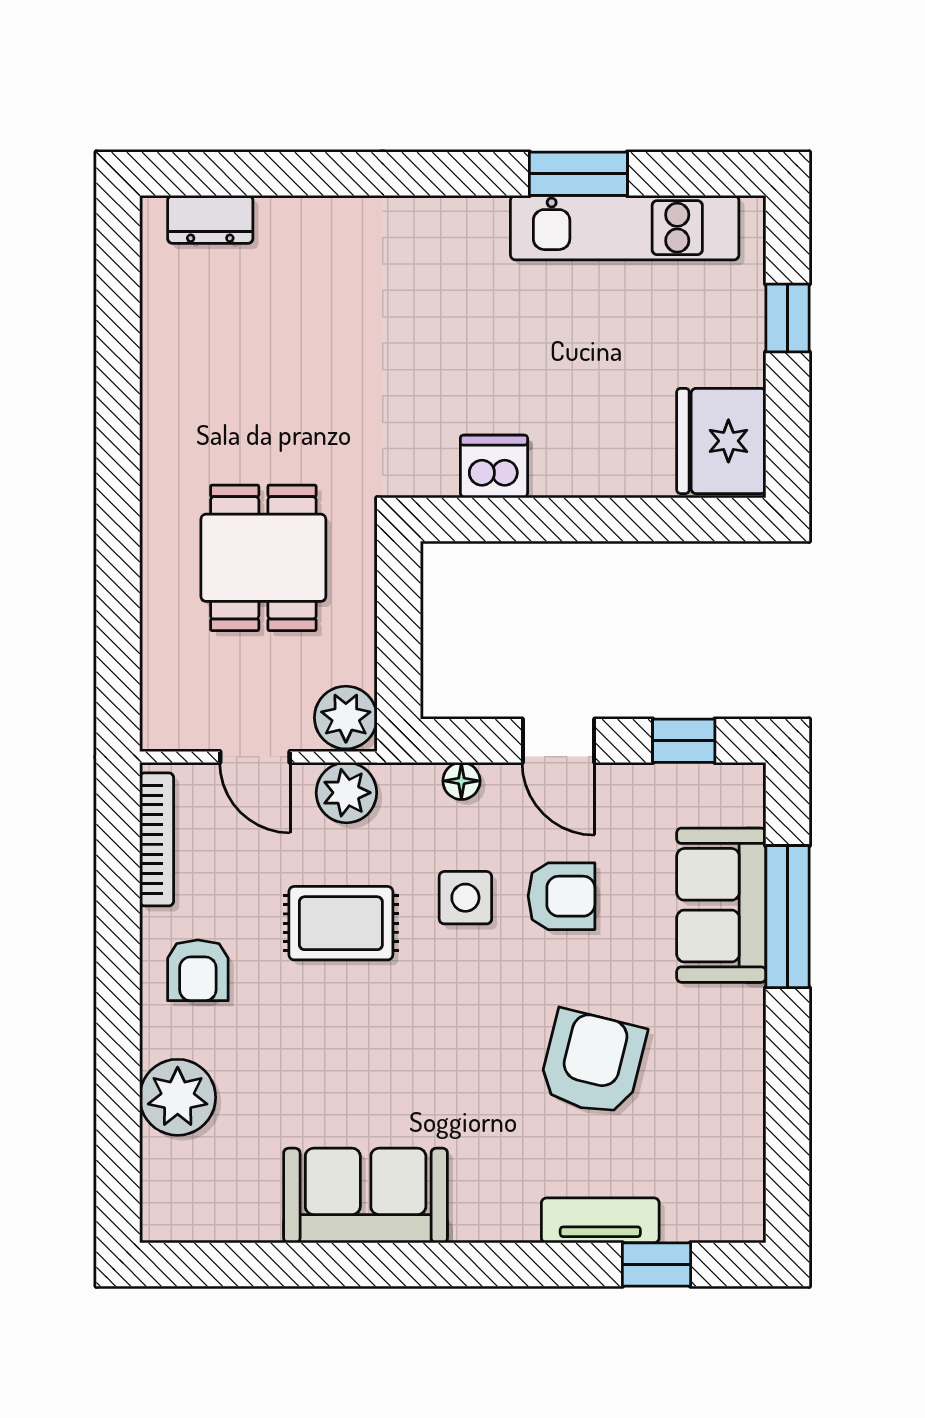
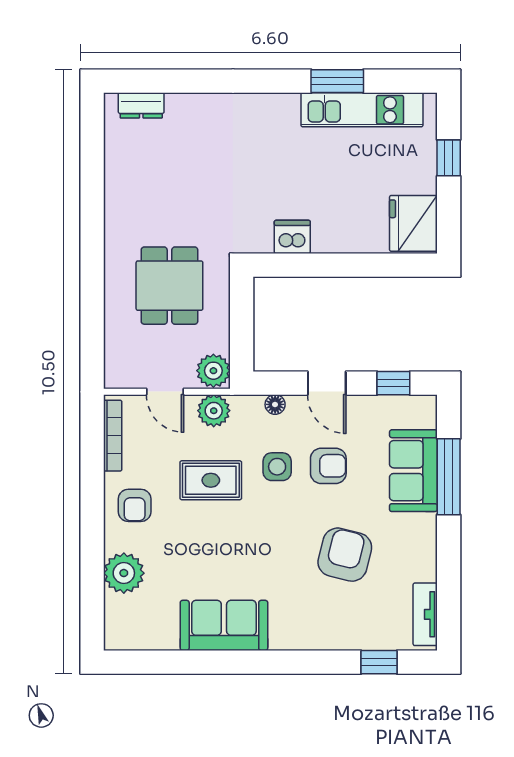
tv unit: (600, 1220) -> (425, 614), moved, turned -90

